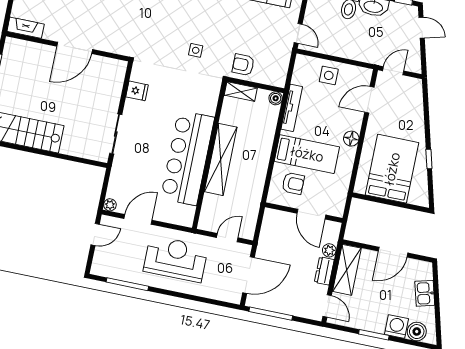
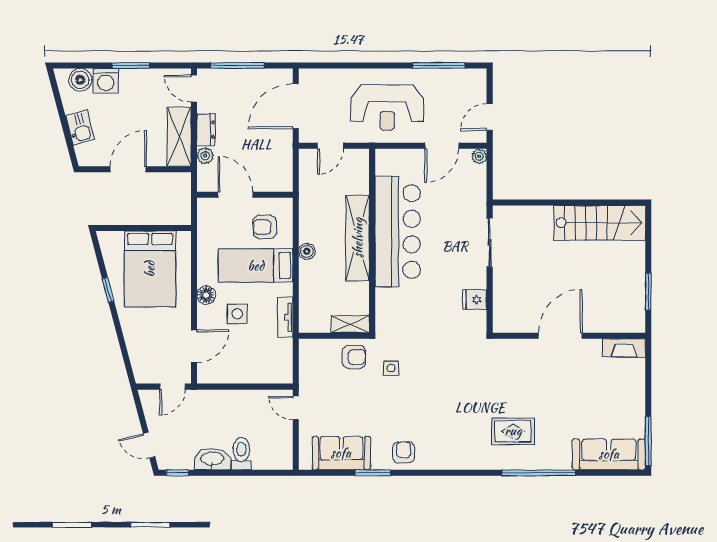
side table: (196, 50) -> (391, 368), moved
side table: (329, 75) -> (237, 314), moved
boiler: (276, 98) -> (307, 251), moved
tv unit: (292, 108) -> (285, 317), width x0.71
window: (271, 314) -> (237, 65), moved

